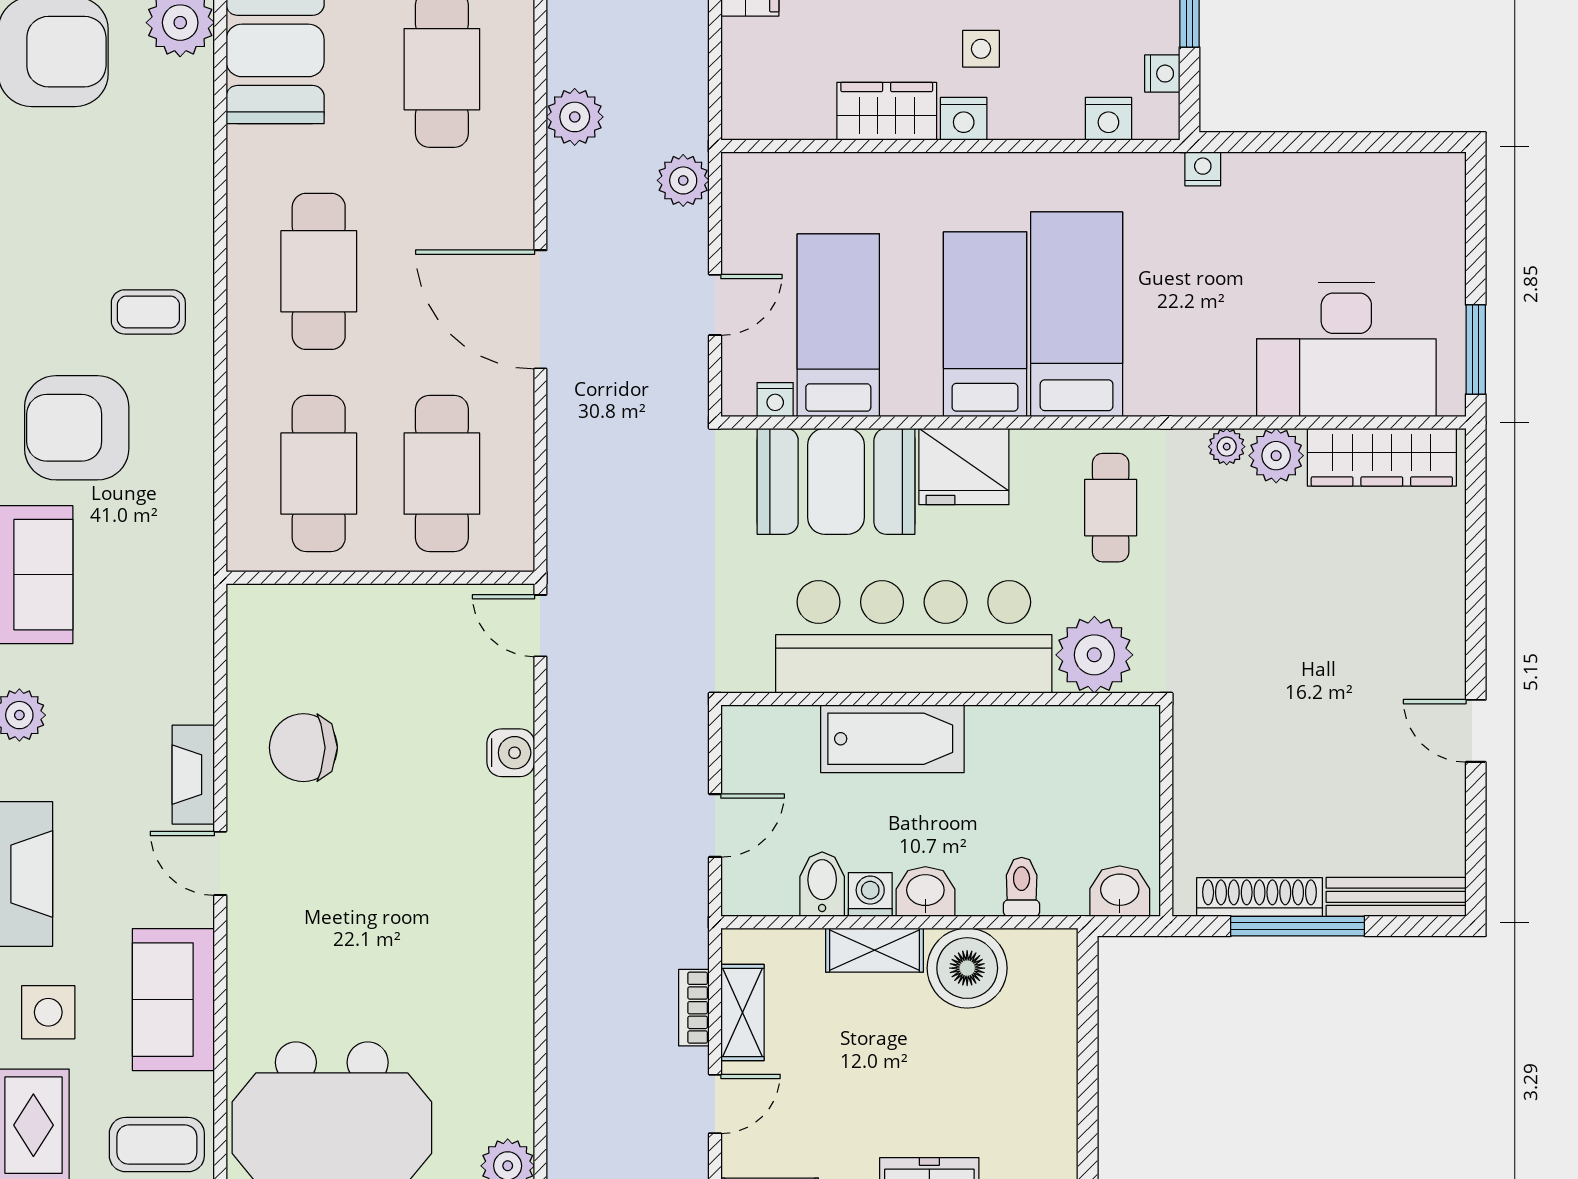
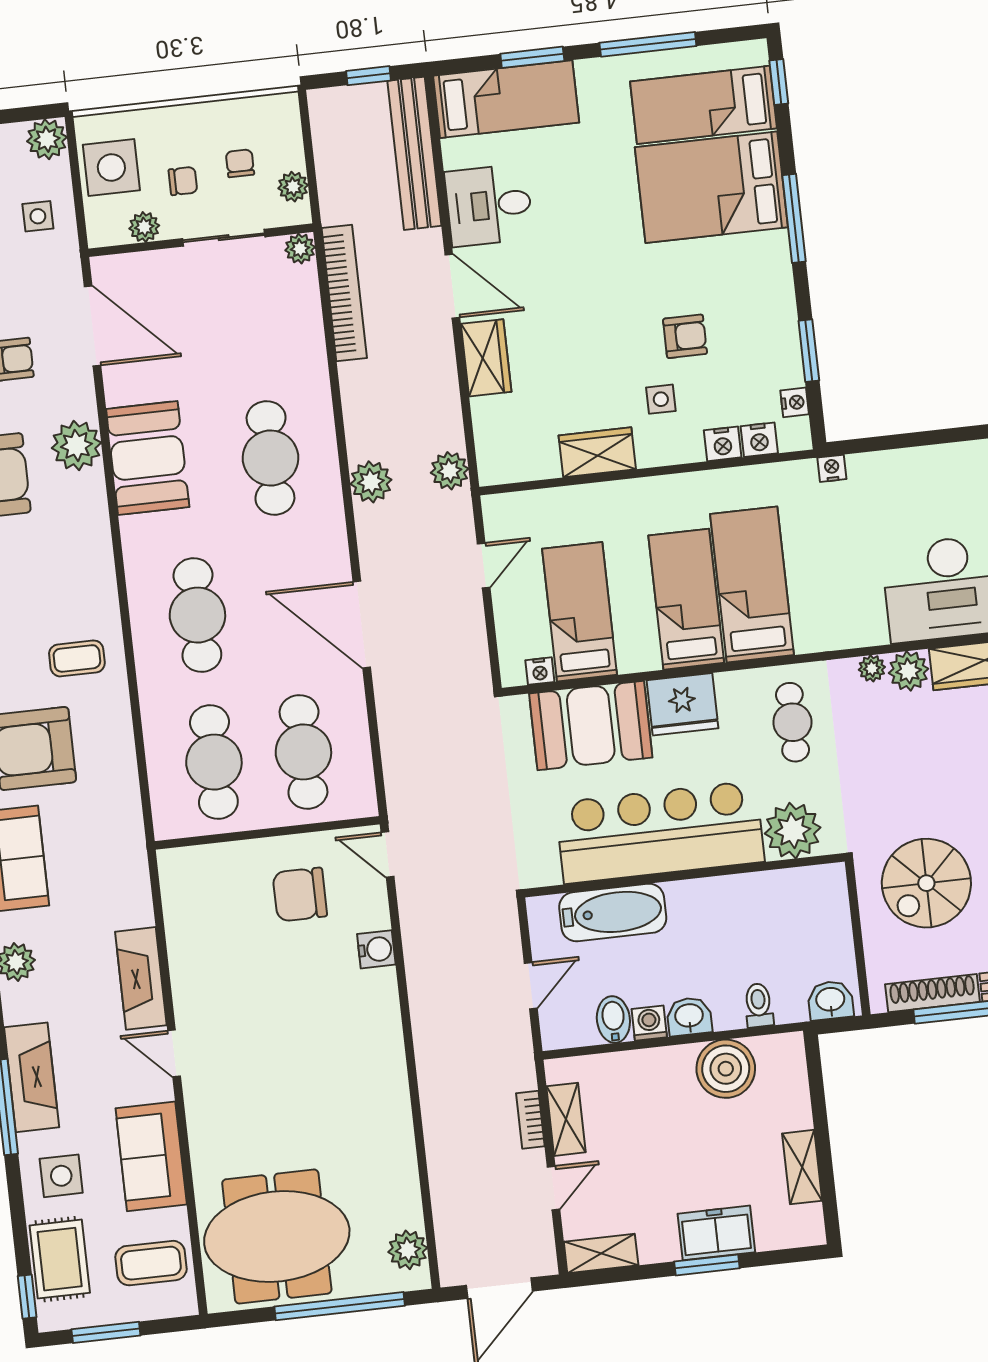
nightstand: (964, 119) -> (723, 444), moved
plant: (683, 180) -> (450, 471), moved
door: (715, 305) -> (484, 565), moved
bathtub: (892, 739) -> (613, 913), moved
spiral stairs: (1268, 747) -> (926, 883), added
chair: (303, 748) -> (300, 894), moved
fireplace: (193, 775) -> (141, 978), width x1.37, depth x1.32
shelving: (874, 950) -> (802, 1167), moved, turned 90

